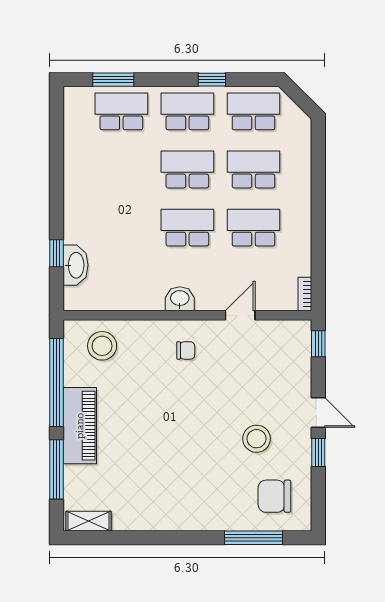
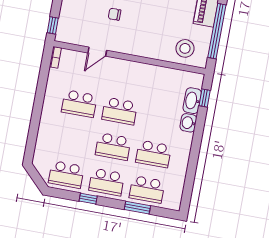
window: (113, 80) -> (137, 208), moved
school desk: (253, 169) -> (153, 154), moved
window: (57, 253) -> (205, 98), moved
washbasin: (180, 299) -> (188, 123), moved, turned 90
chair: (186, 350) -> (114, 14), moved

